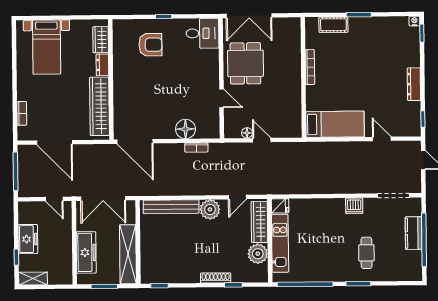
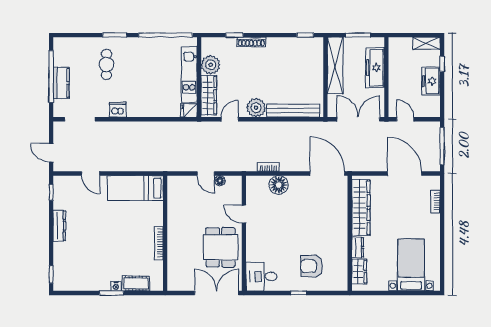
nightstand: (414, 21) -> (116, 286), moved

